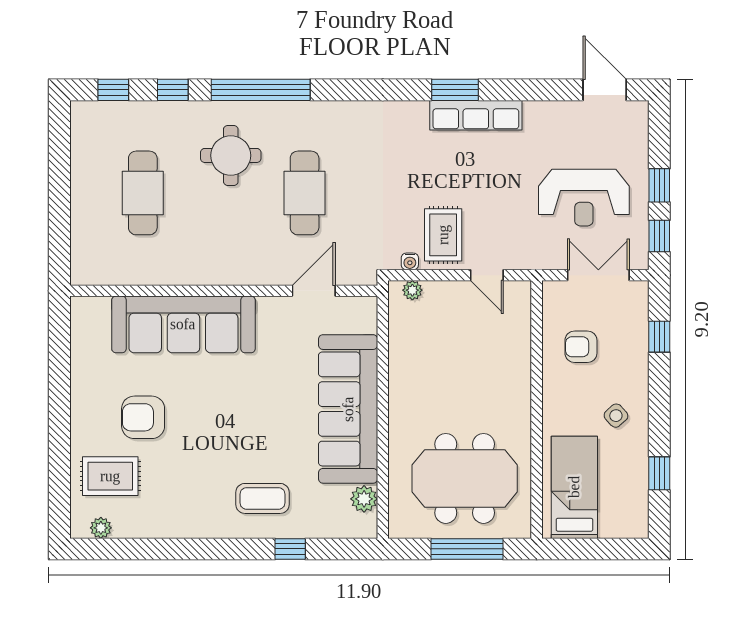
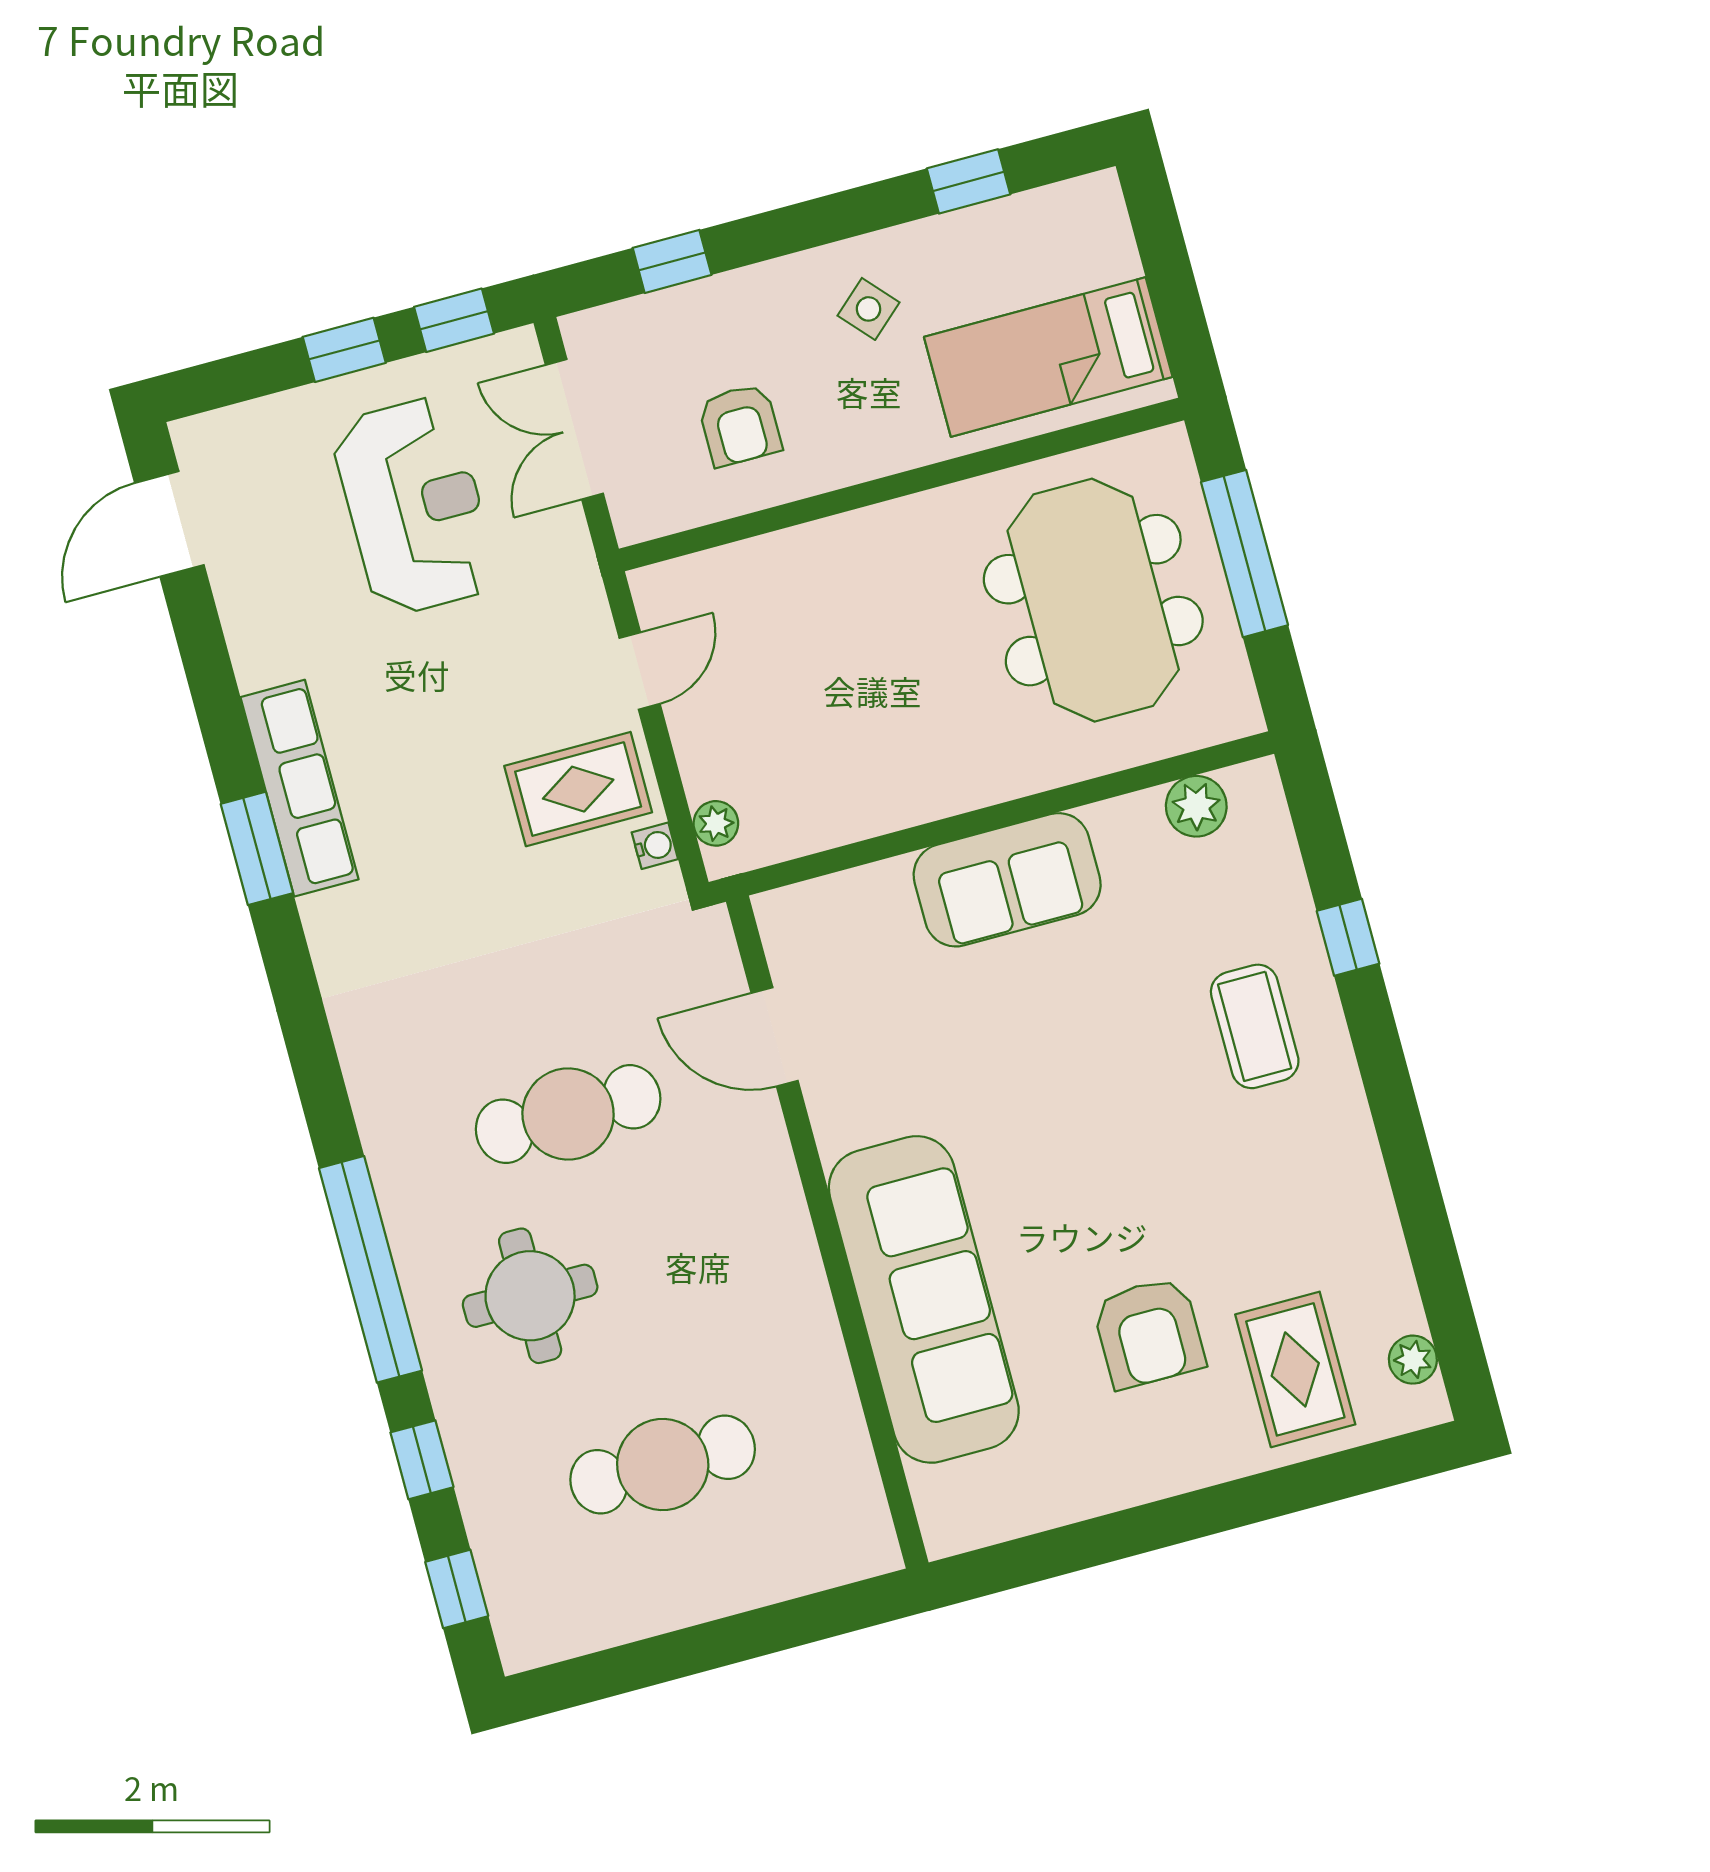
sofa: (348, 409) -> (1007, 880), width x0.54, depth x0.79

